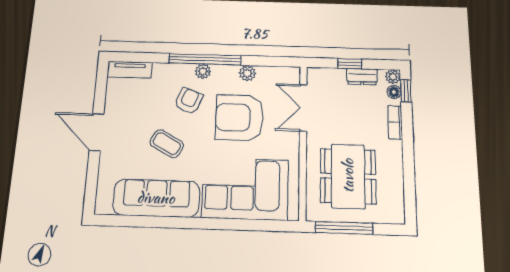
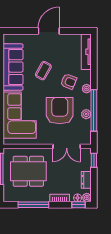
window: (205, 59) -> (94, 110), moved
window: (350, 64) -> (94, 160), moved
tv unit: (130, 70) -> (86, 52), width x1.41
double door: (303, 108) -> (67, 146), swing flipped
window: (409, 169) -> (33, 205), added

